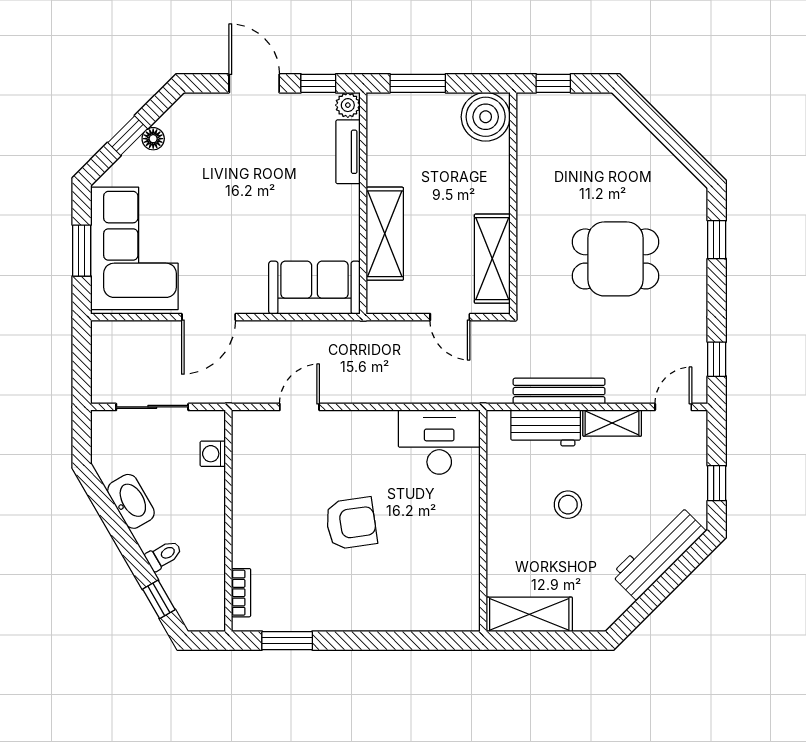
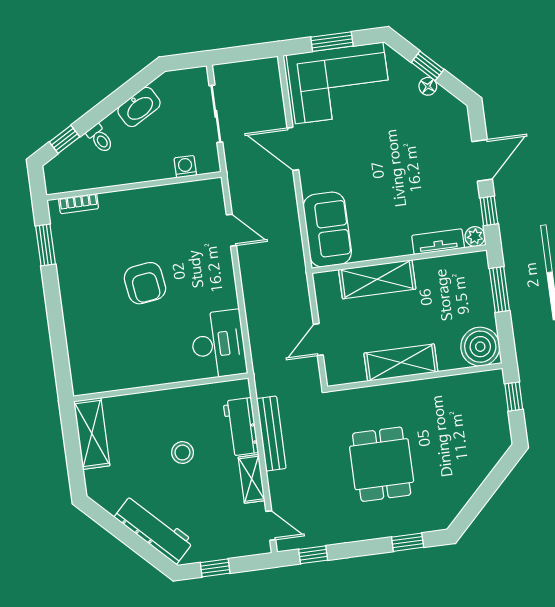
shelving: (492, 259) -> (401, 363), moved

